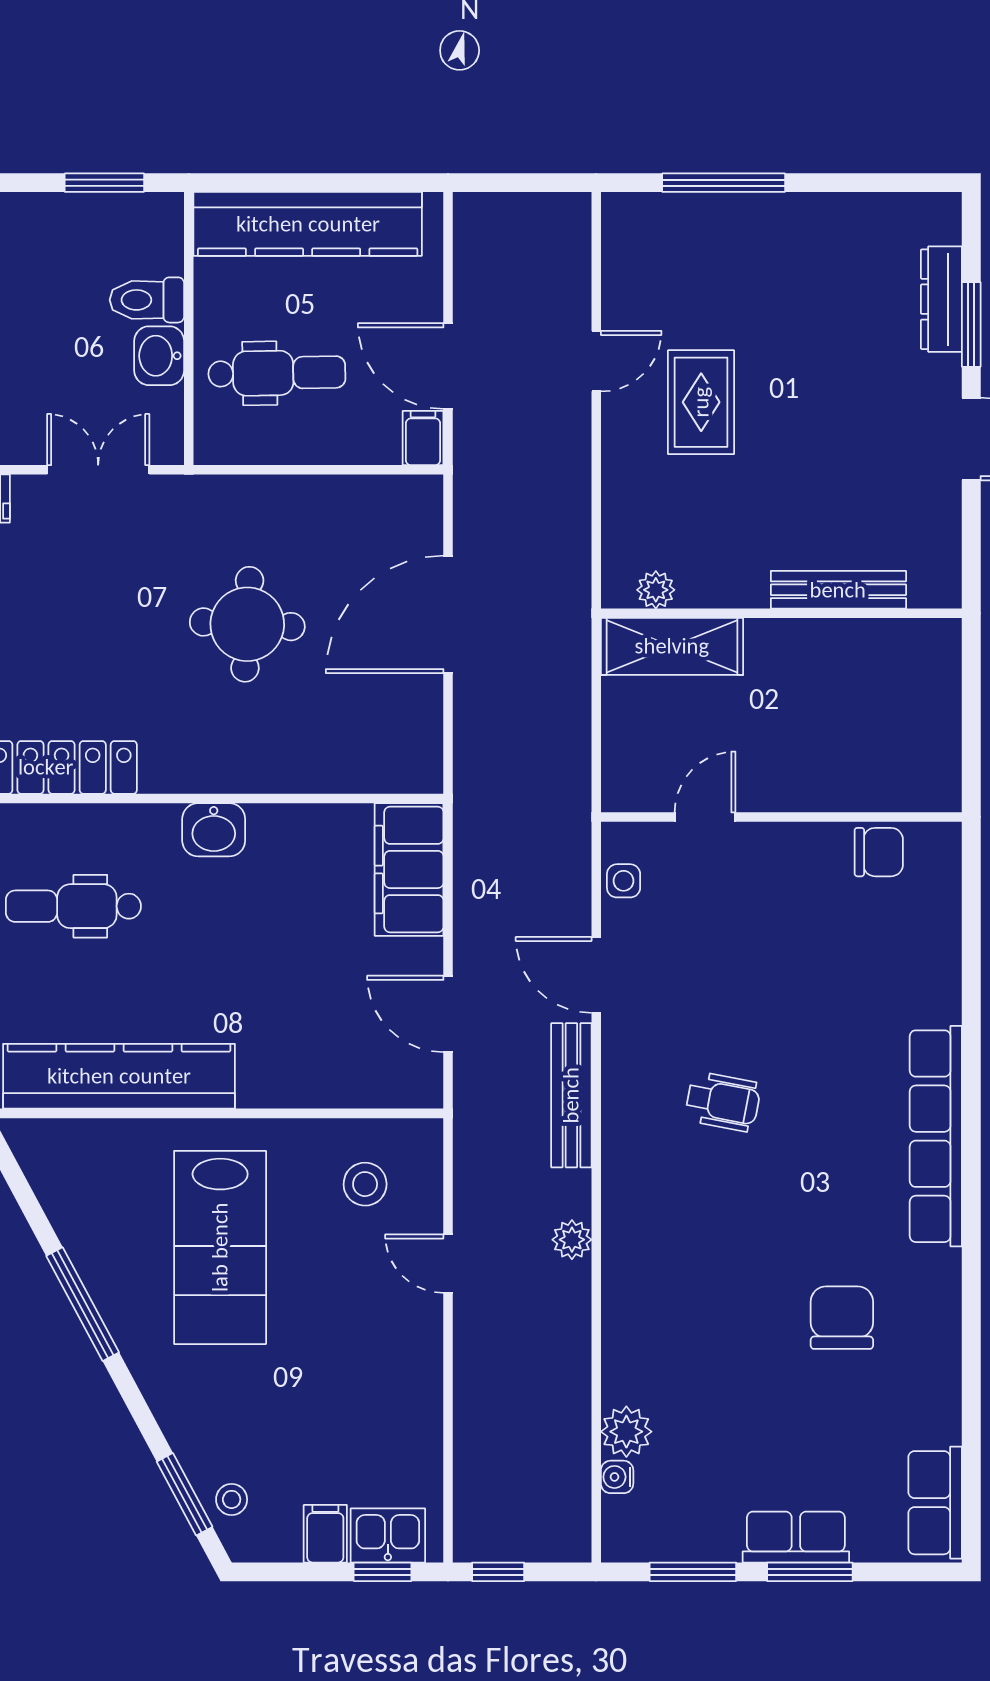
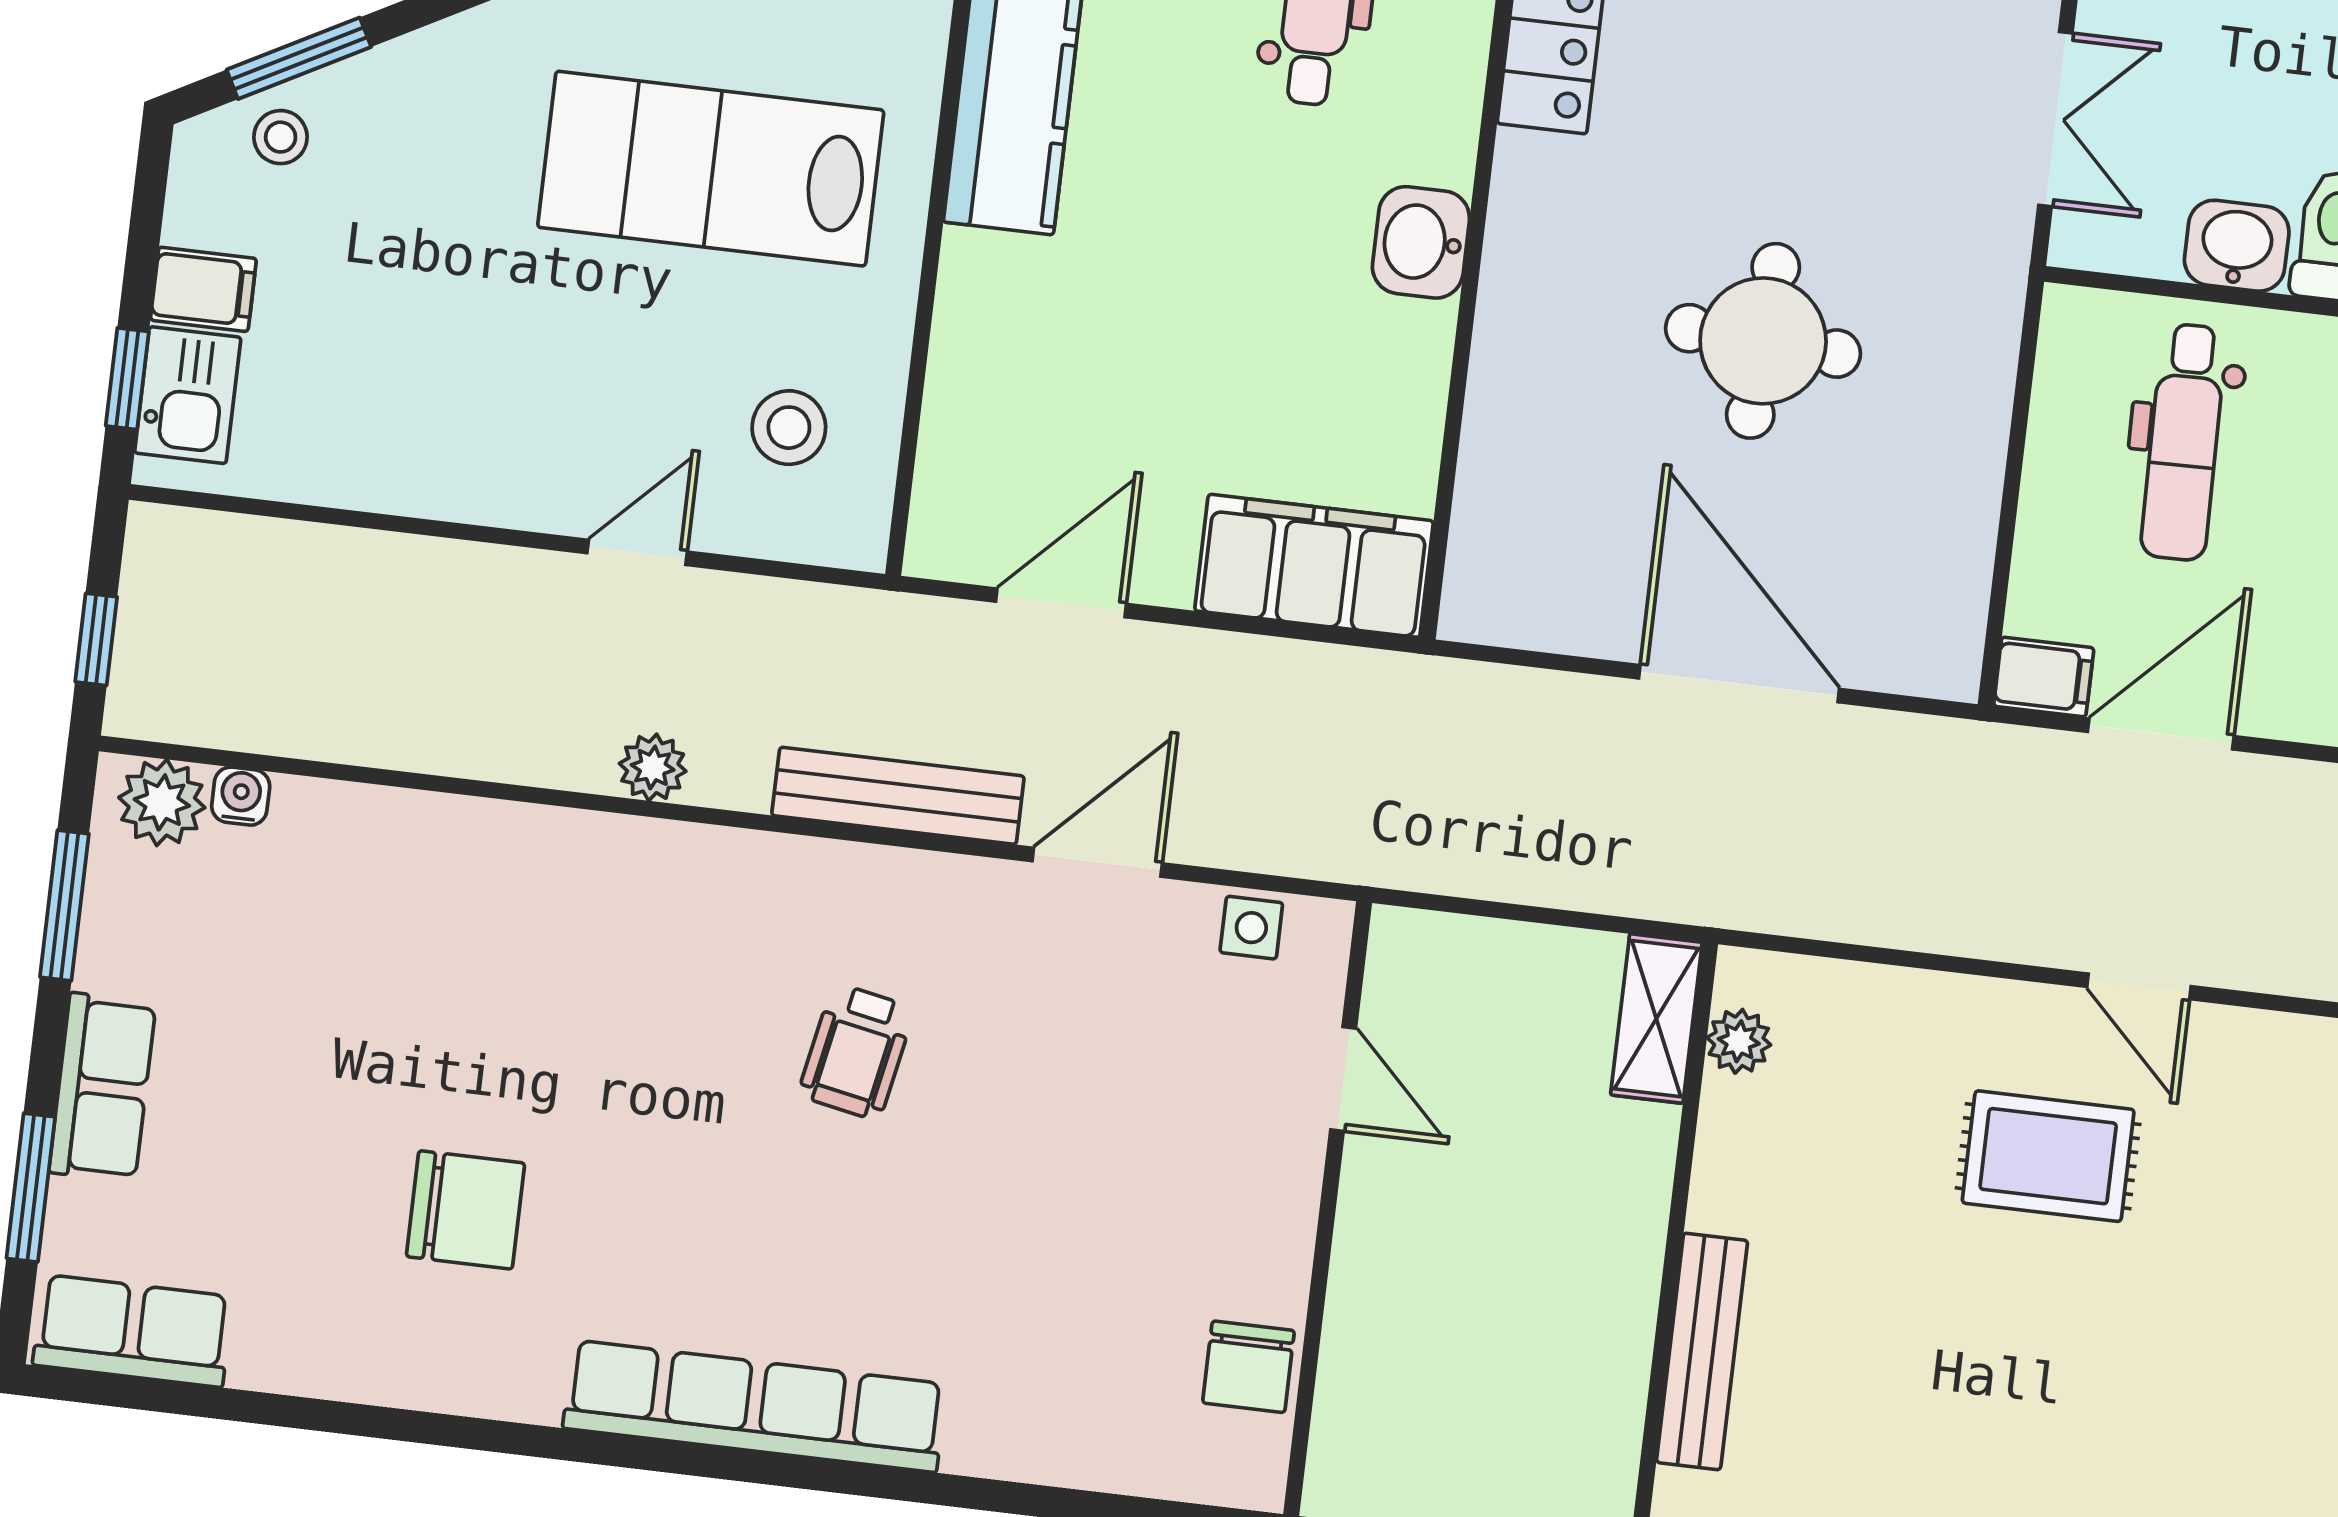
shelving: (672, 646) -> (1656, 1019), width x0.67, depth x0.75
plant: (626, 1432) -> (162, 802), moved
window: (498, 1572) -> (96, 639), moved
window: (810, 1572) -> (31, 1188), moved

